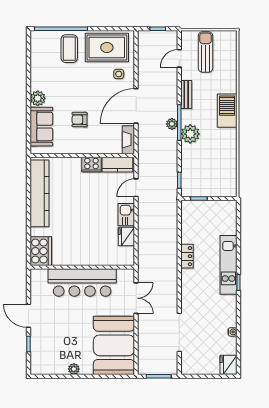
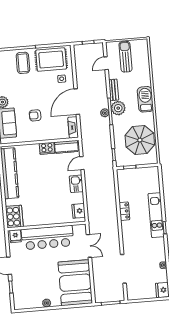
plant: (190, 134) -> (118, 108), moved
parasol: (215, 164) -> (140, 140), added
fridge: (126, 236) -> (79, 211), moved
fridge: (40, 277) -> (16, 236), added

